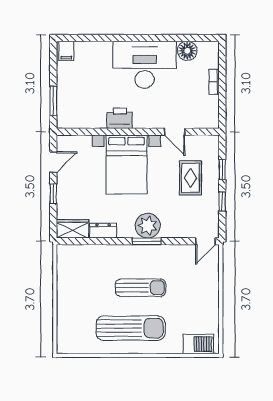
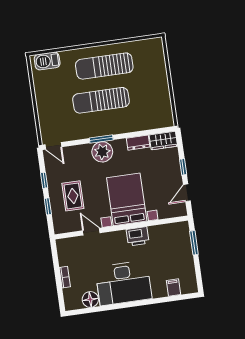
filing cabinet: (66, 51) -> (173, 288), moved
door: (205, 241) -> (53, 146), swing flipped
sun lounger: (140, 288) -> (101, 100), width x1.36, depth x1.34

